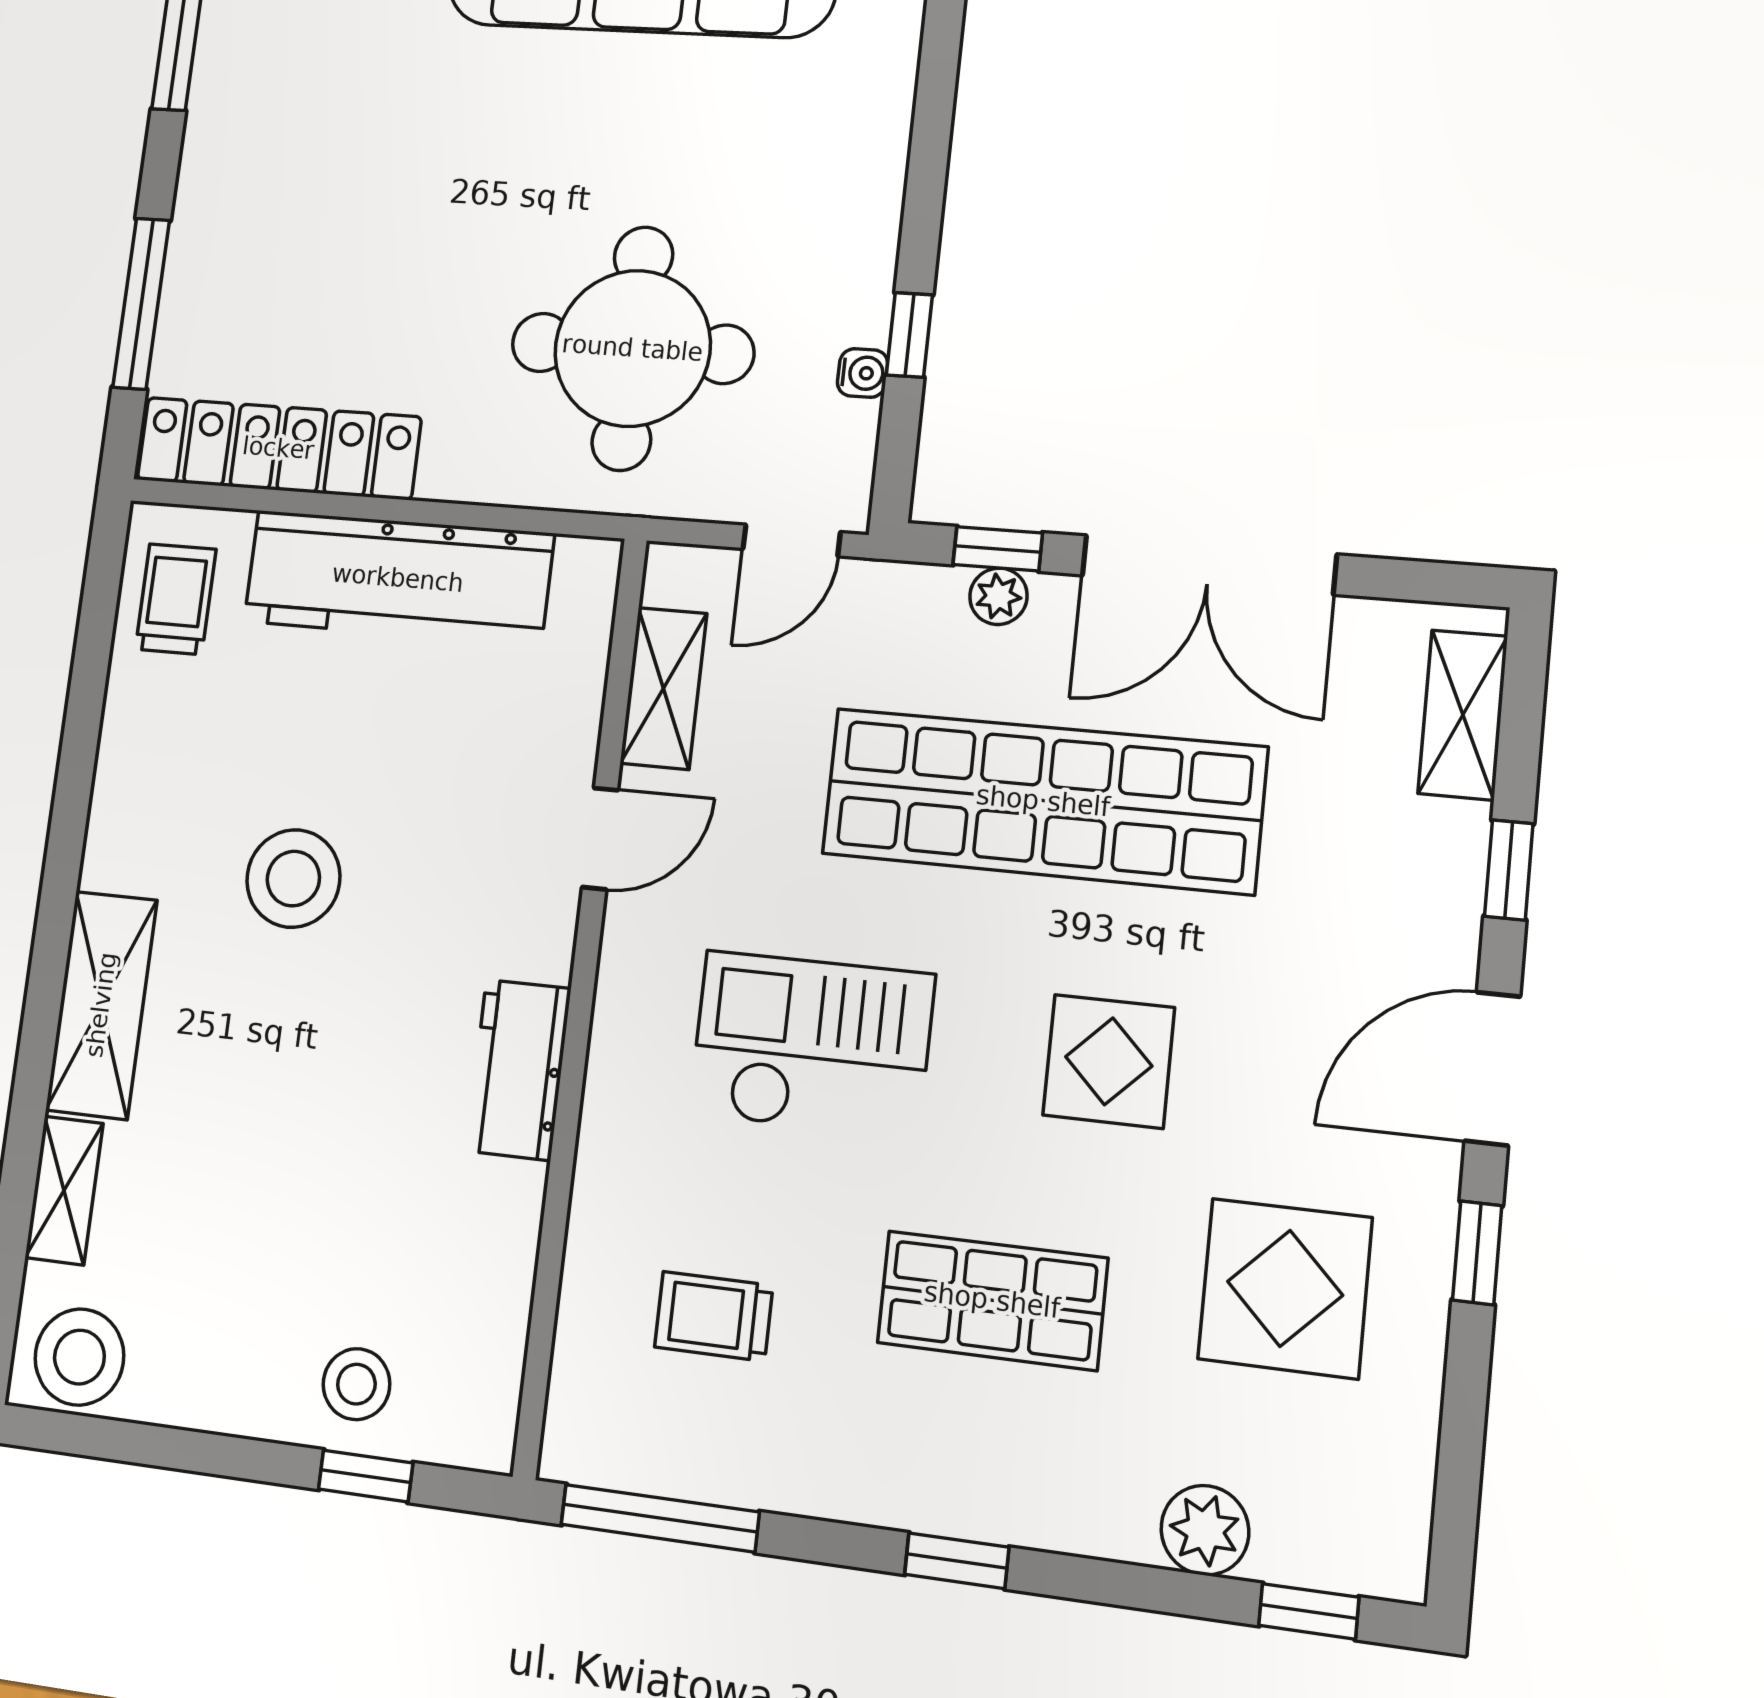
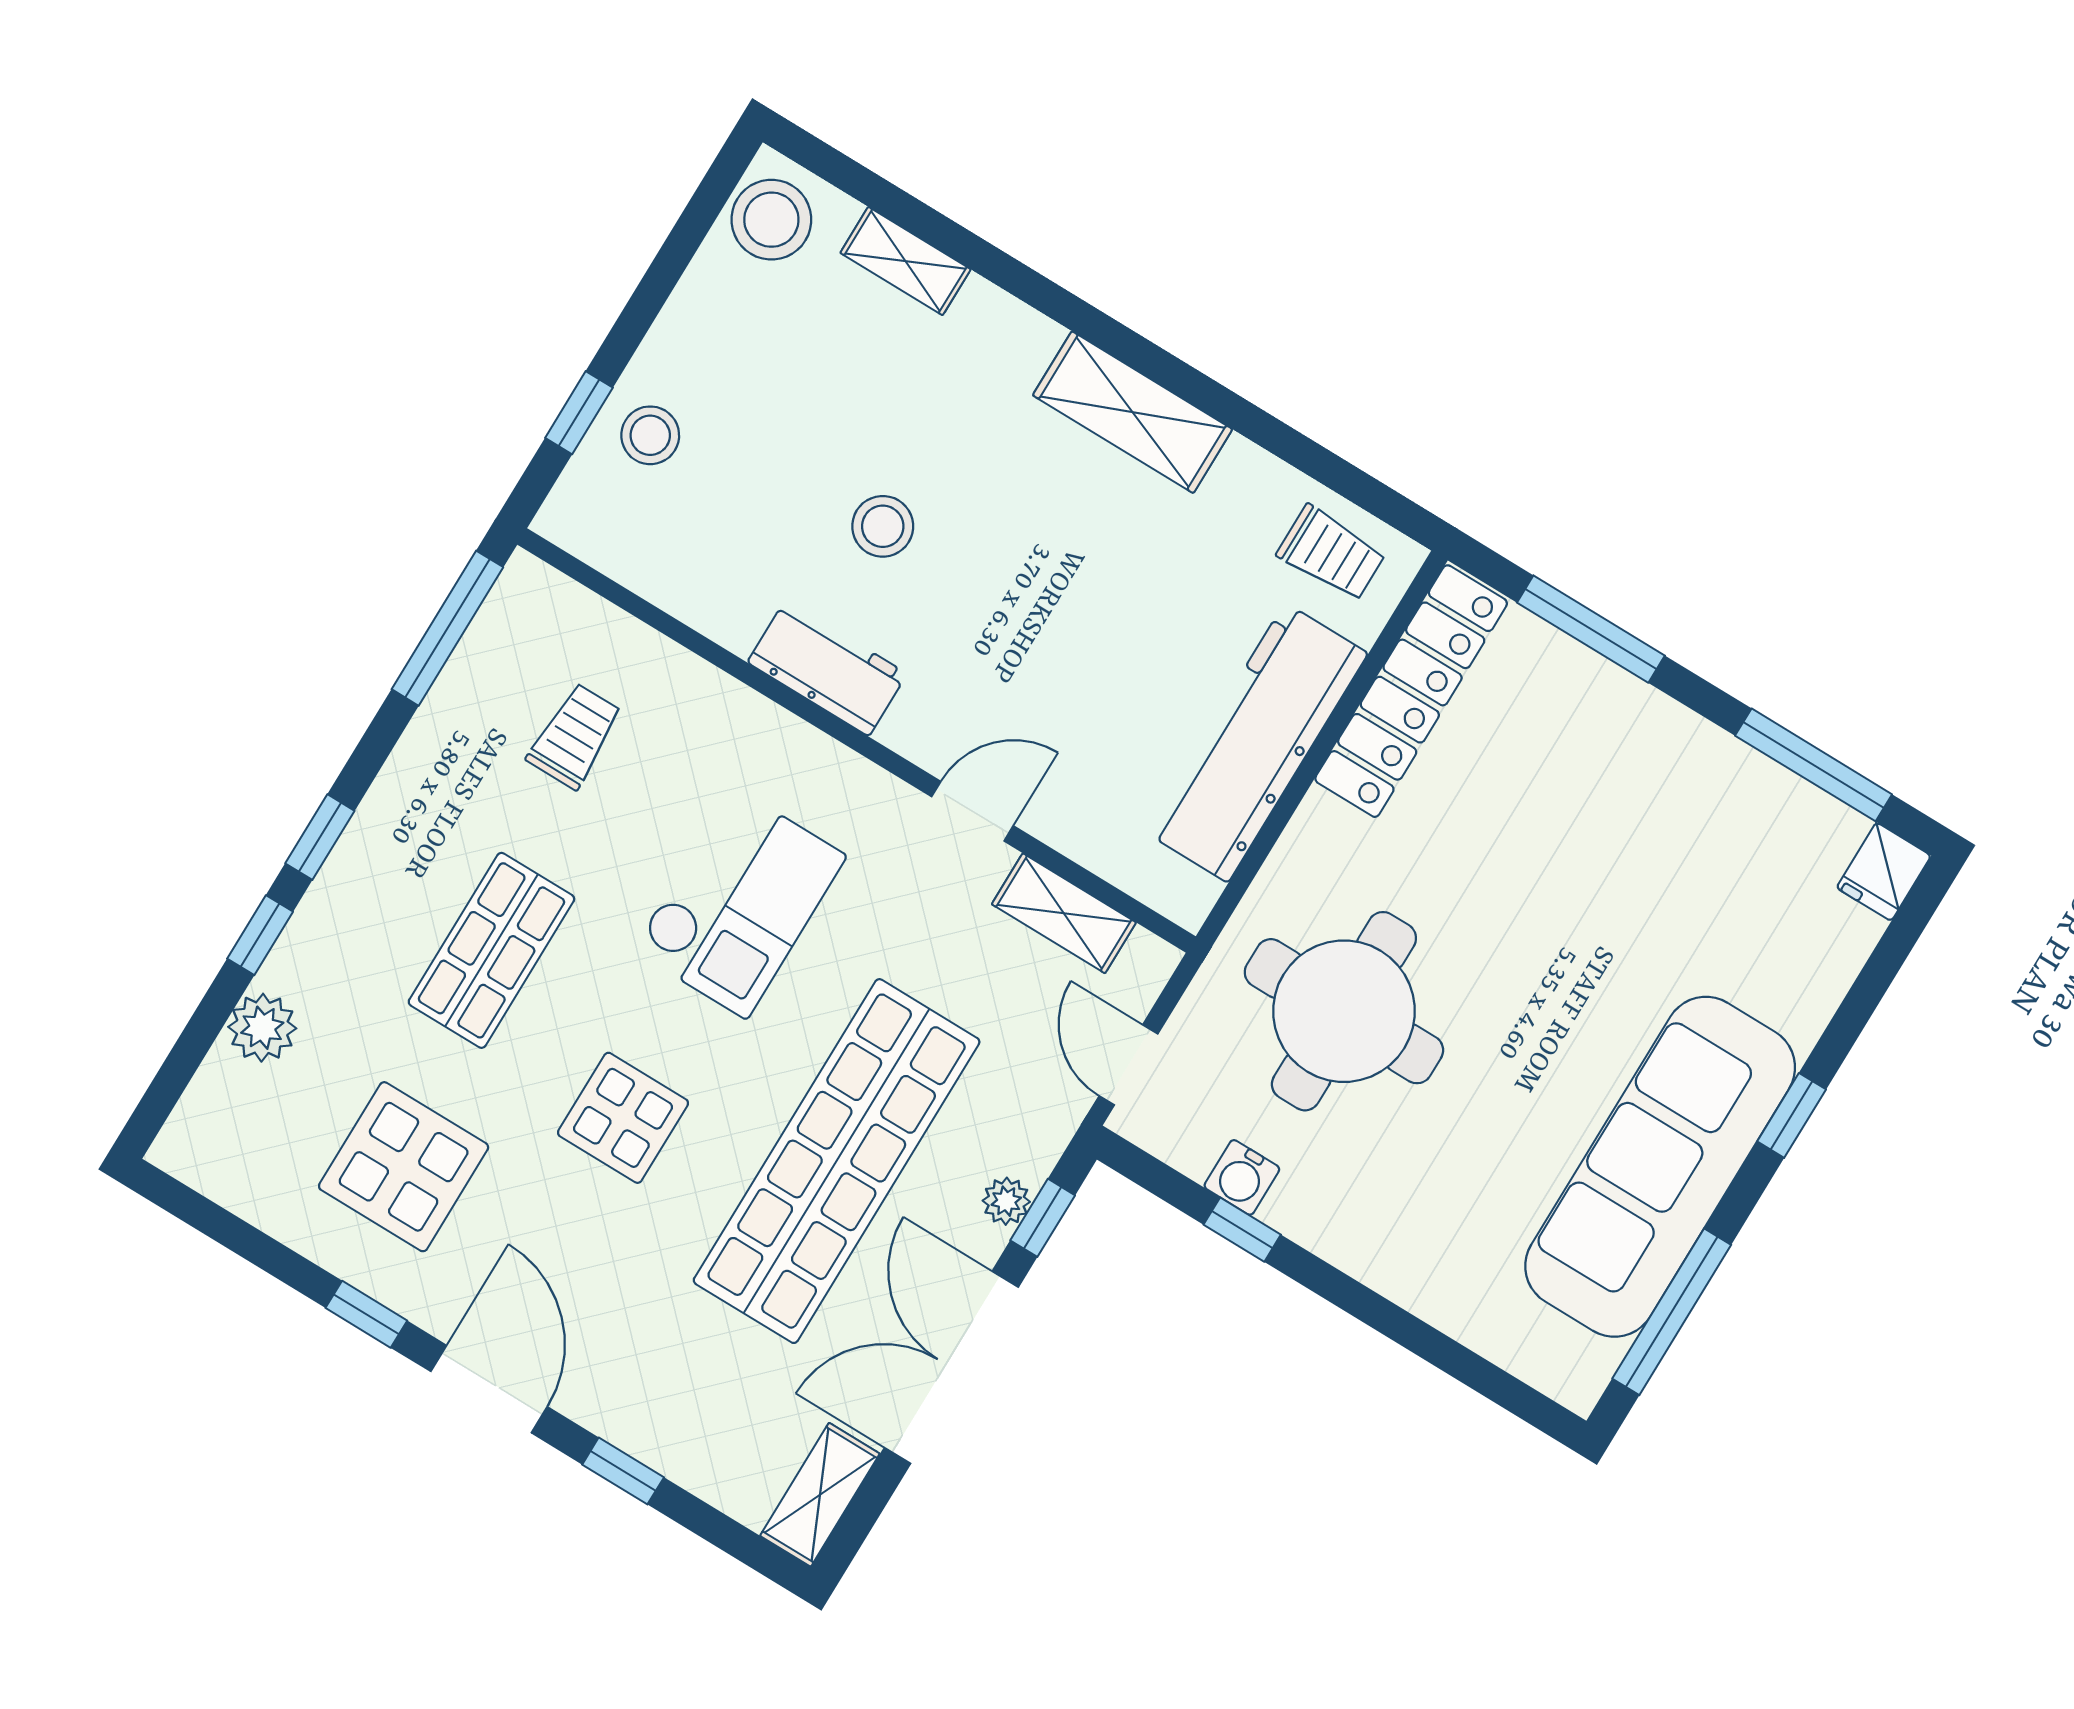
water cooler: (863, 373) -> (1242, 1177), width x1.38, depth x1.38
shelving: (1463, 715) -> (820, 1495), moved, turned 90
door: (600, 839) -> (972, 811), swing flipped
stool: (293, 879) -> (883, 526), moved, width x0.73, depth x0.73
shelving: (101, 1005) -> (1133, 412), moved
window: (1309, 1611) -> (260, 935), moved

